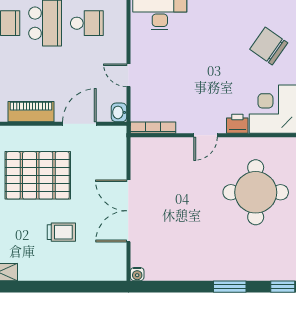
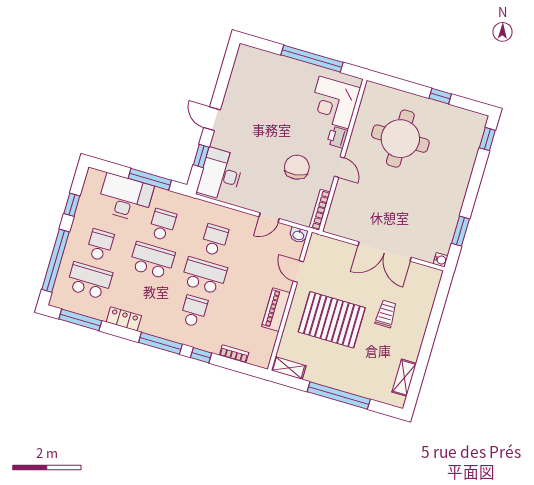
chair: (269, 46) -> (297, 167), moved, turned 137
door: (79, 124) -> (298, 272), width x0.73
pallet: (38, 175) -> (332, 320), turned 90
window: (230, 287) -> (460, 231), moved

